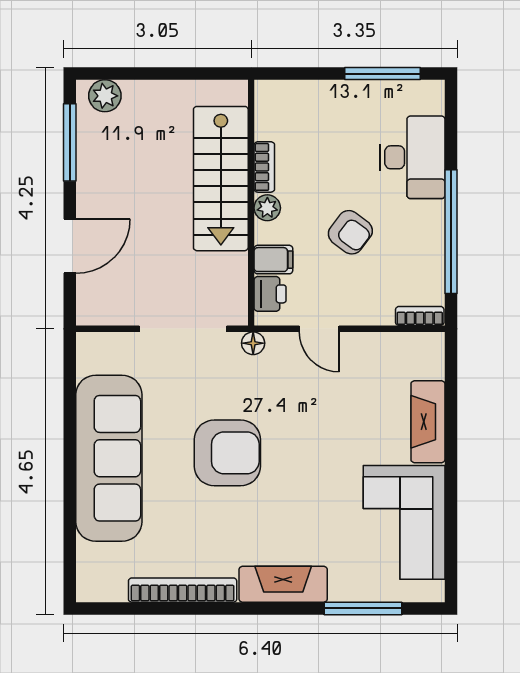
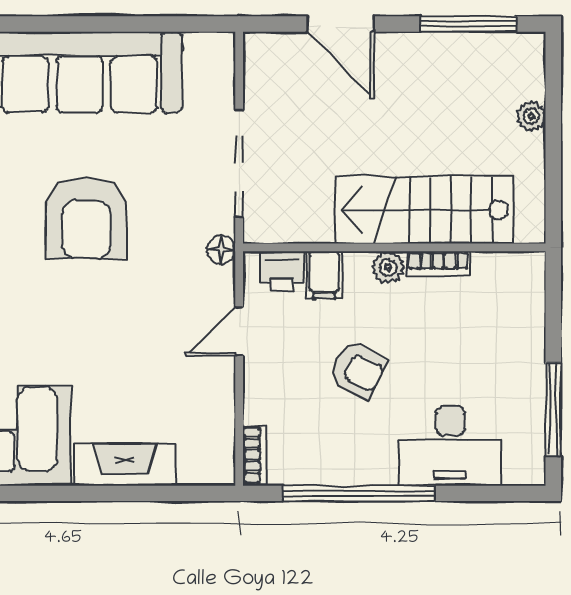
plant: (105, 96) -> (531, 116), moved, width x0.73, depth x0.73
armchair: (350, 232) -> (358, 369), turned -99

